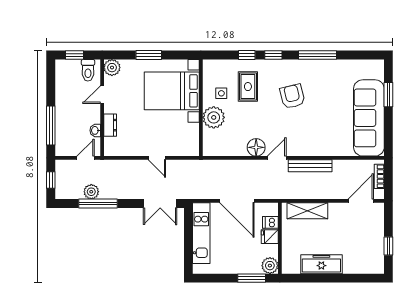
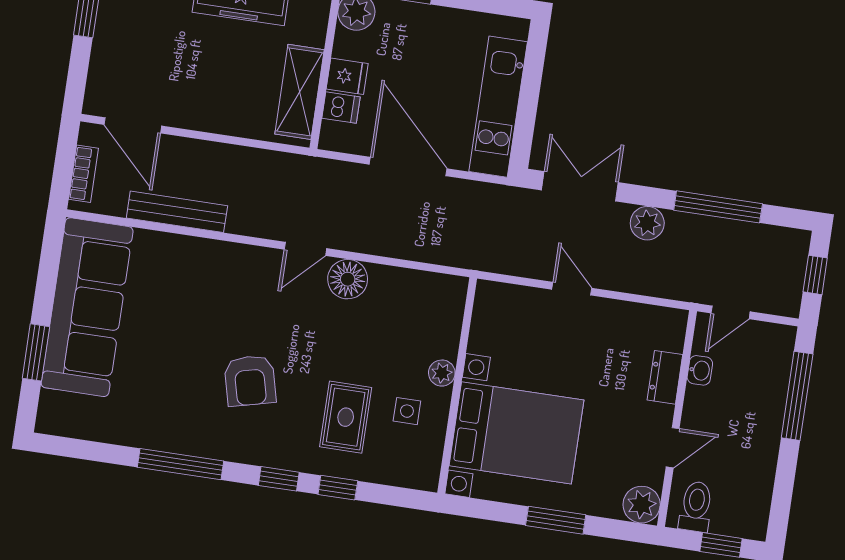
plant: (214, 117) -> (442, 373), width x0.53, depth x0.53
bench: (310, 166) -> (177, 212), moved
plant: (91, 192) -> (647, 223), moved
door: (361, 201) -> (133, 125), hinge flipped
shelving: (307, 211) -> (300, 92), moved, turned 90

